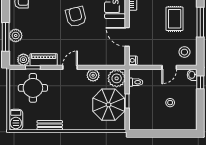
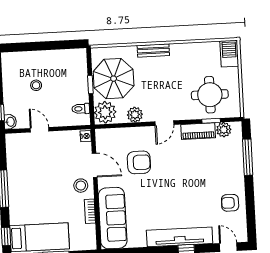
armchair: (76, 17) -> (139, 162), moved, turned -76
rug: (175, 19) -> (36, 191), removed
plant: (16, 35) -> (235, 160), removed
stool: (184, 52) -> (81, 186), moved
door: (169, 67) -> (40, 130), hinge flipped
bench: (50, 125) -> (153, 51), moved

